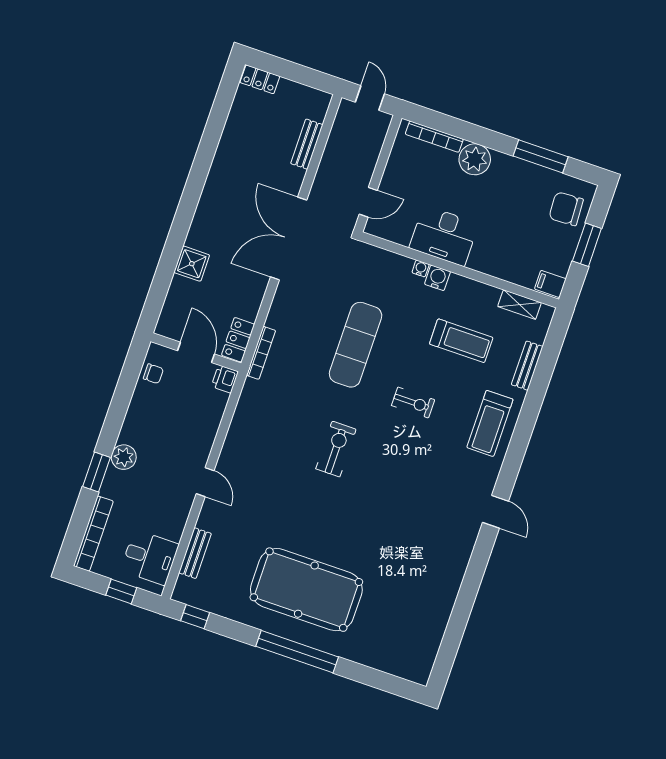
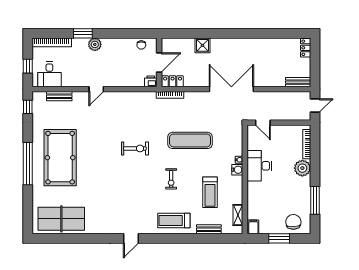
bench: (307, 144) -> (298, 82), moved
table tennis table: (417, 625) -> (61, 219), added

